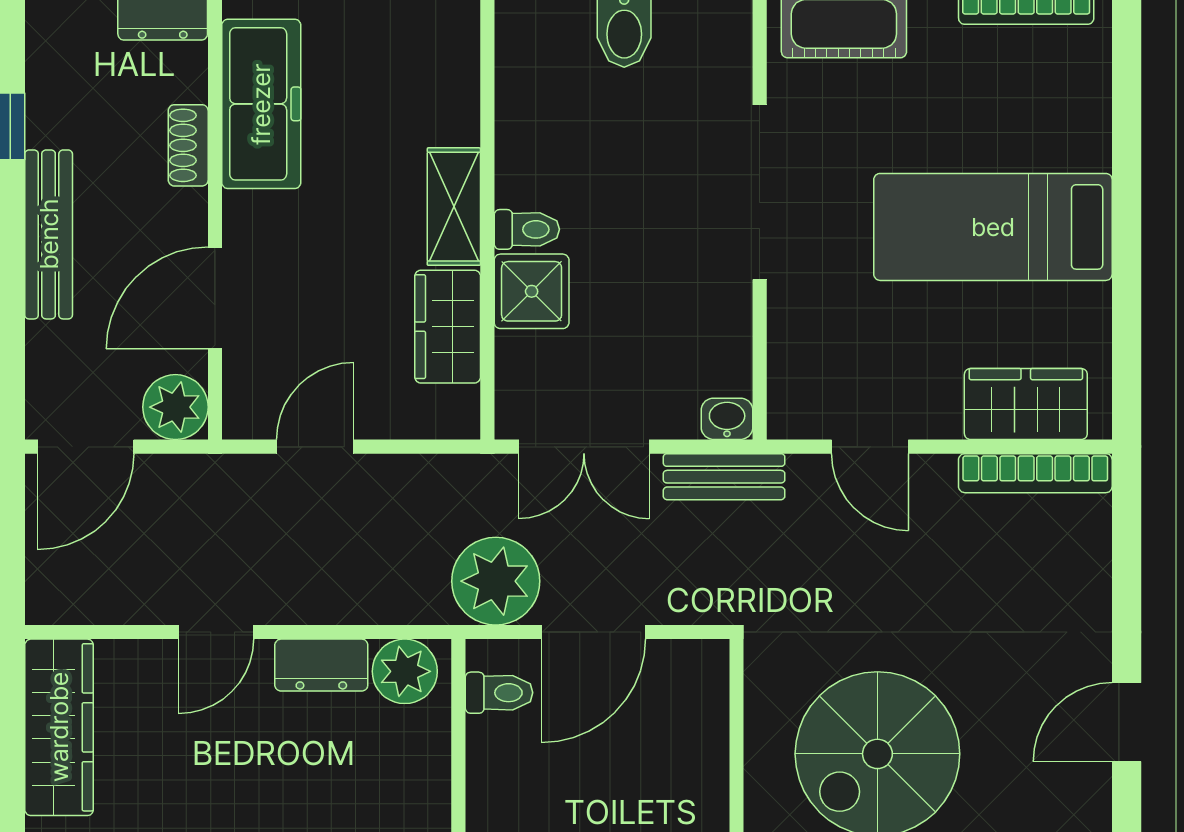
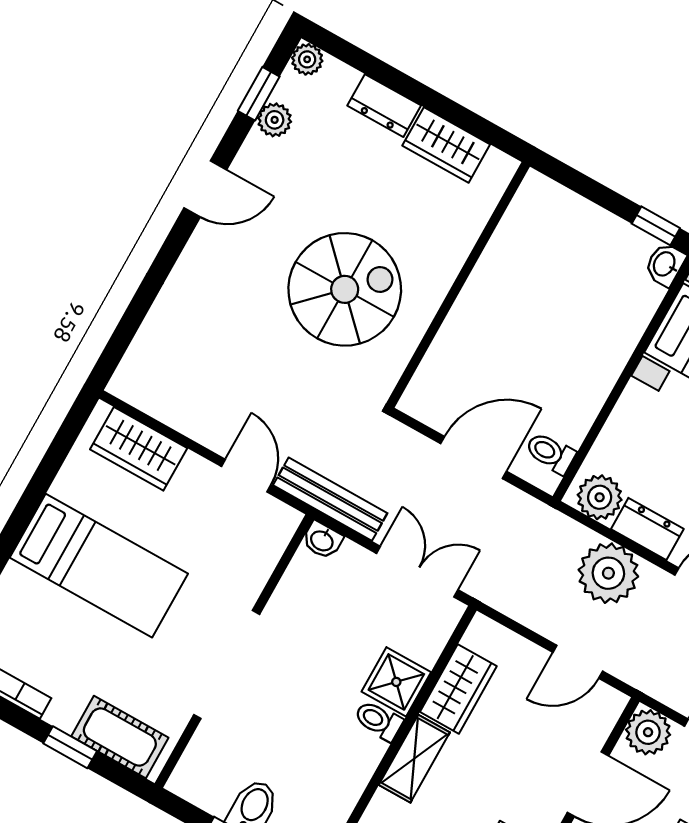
bookcase: (1035, 473) -> (156, 404), removed
bench: (724, 477) -> (330, 499), width x1.36
plant: (496, 581) -> (608, 573), moved
door: (1127, 722) -> (205, 189), moved

